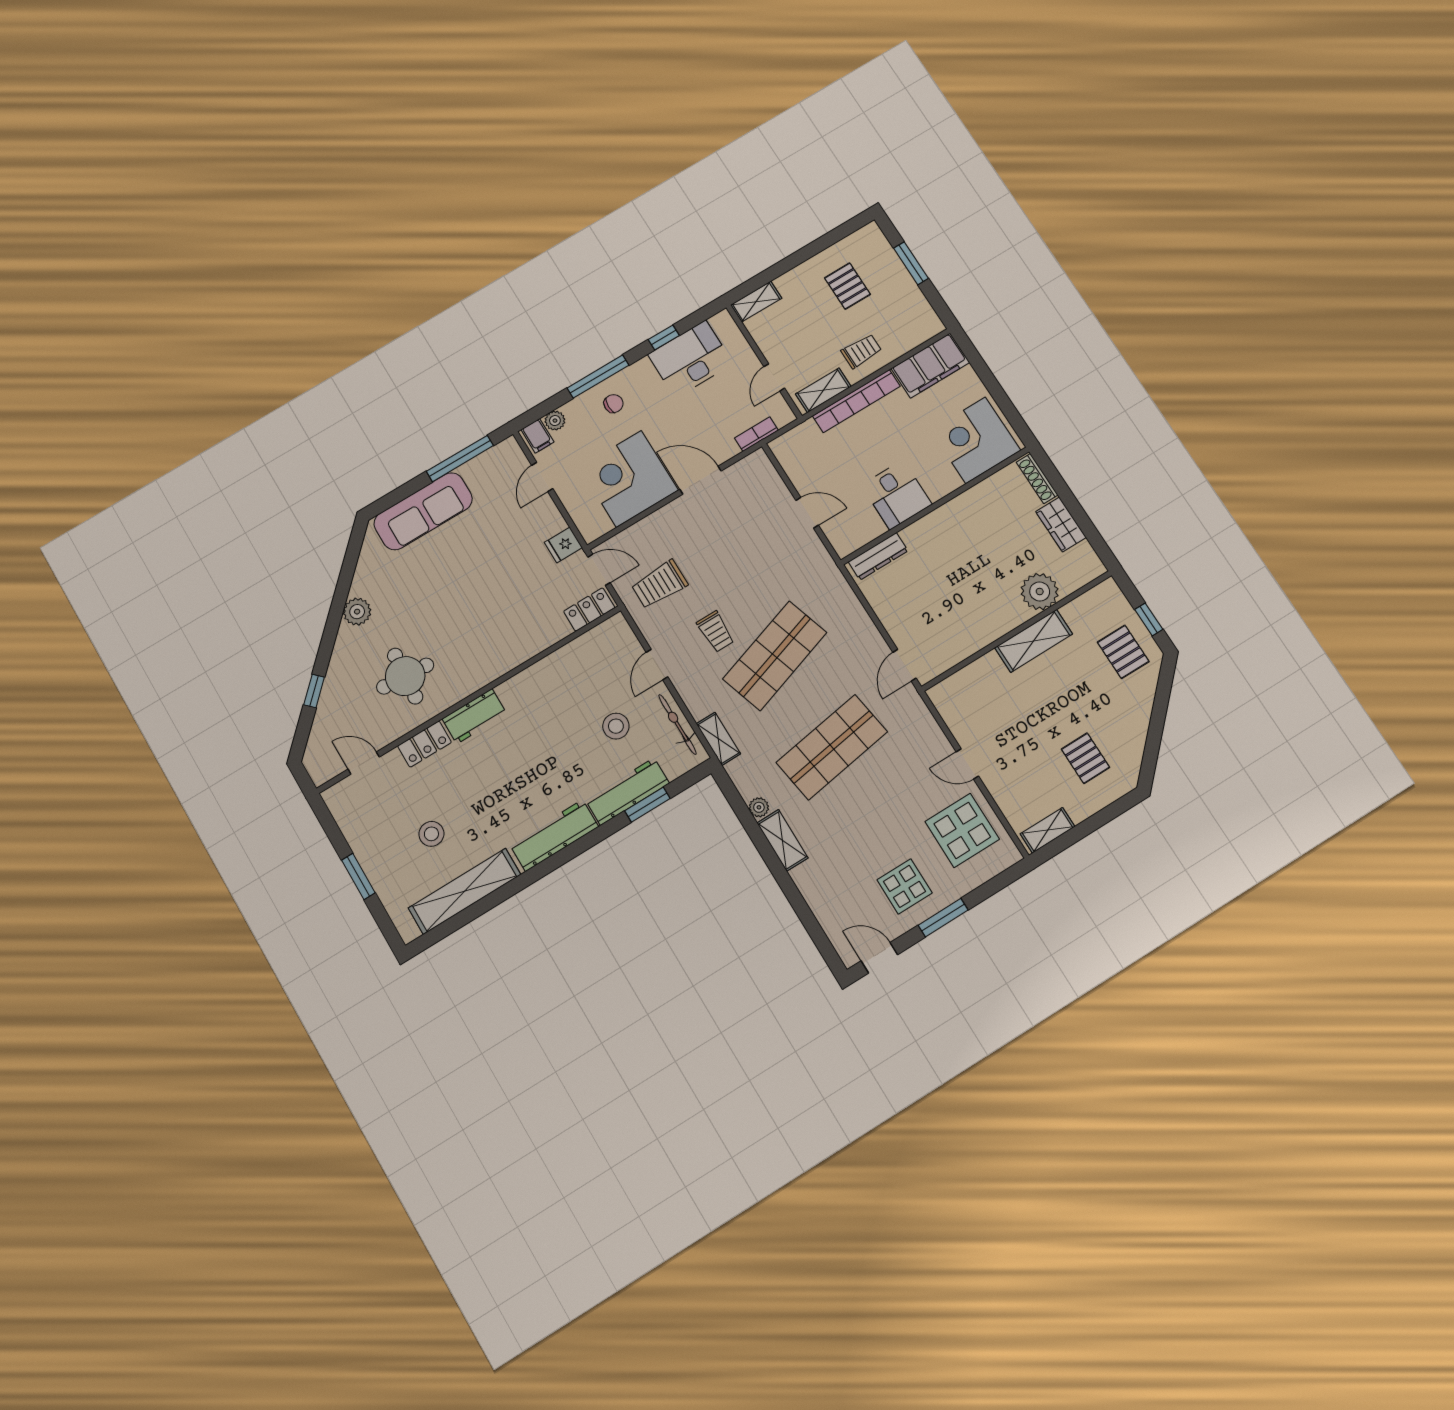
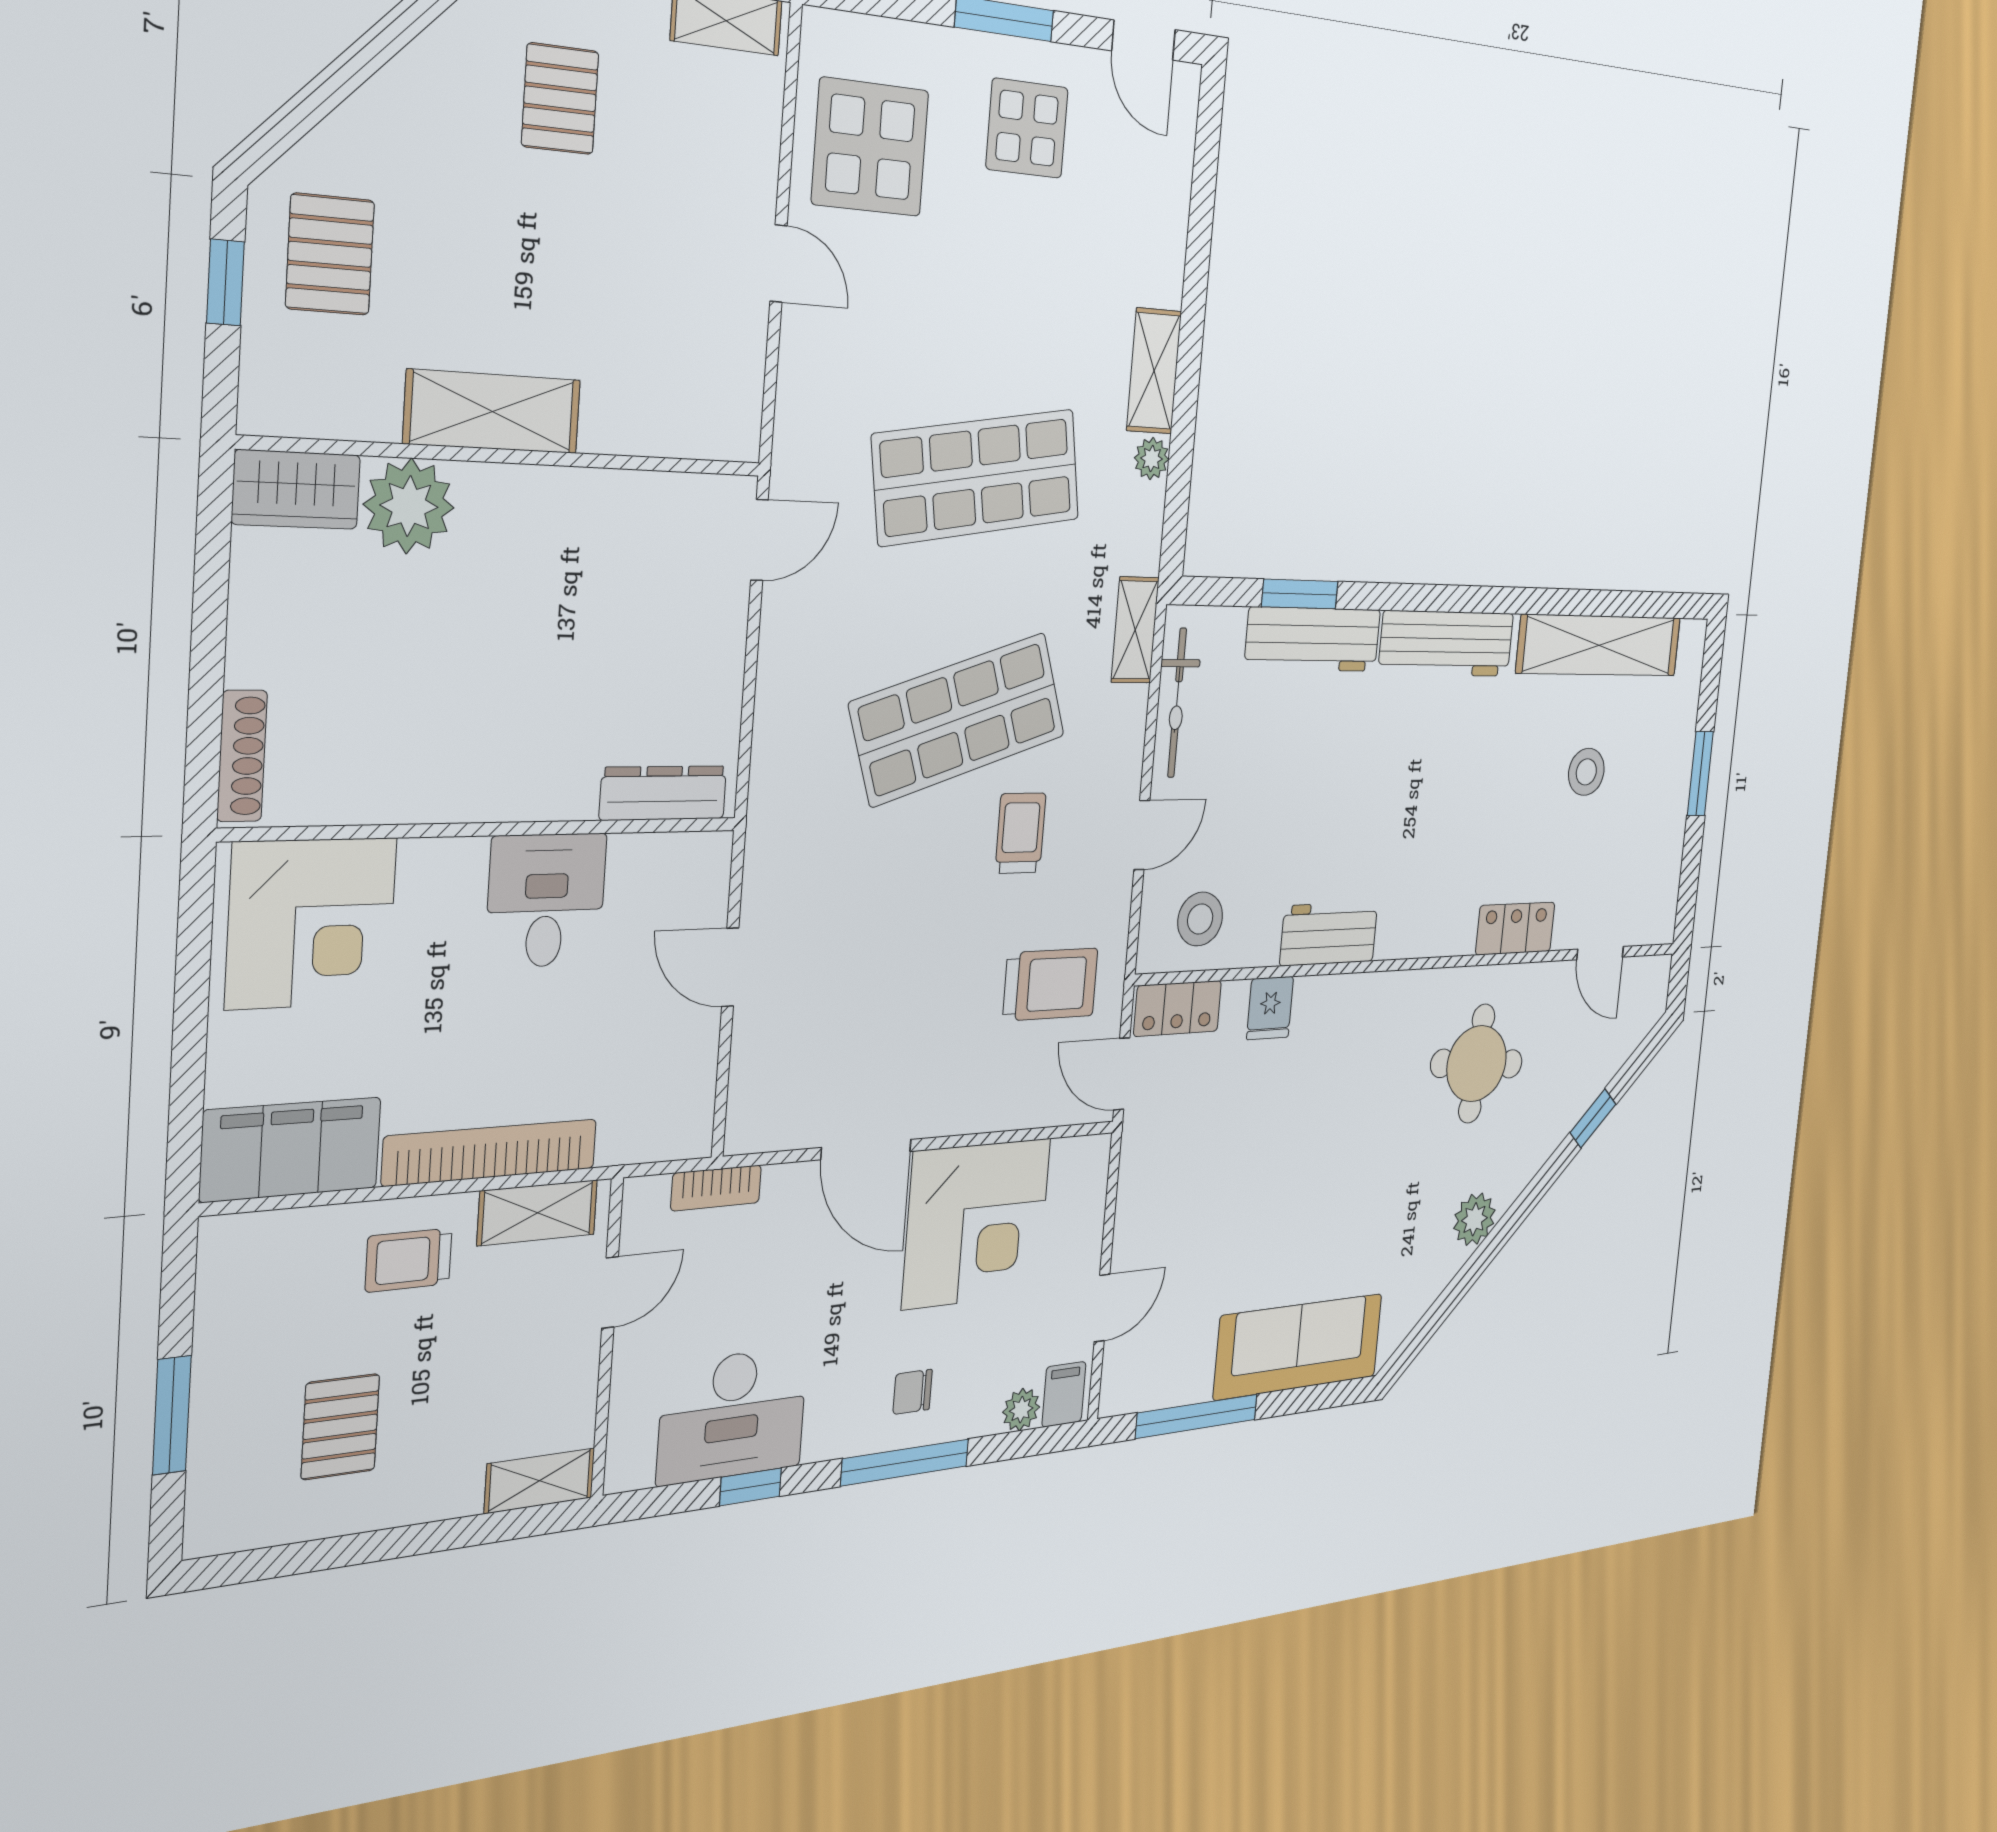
wardrobe: (1061, 524) -> (296, 490), moved, turned 90
fridge: (563, 545) -> (1270, 1008), moved, turned 90
workbench: (474, 716) -> (1329, 934), moved
stool: (616, 726) -> (1200, 919), moved

